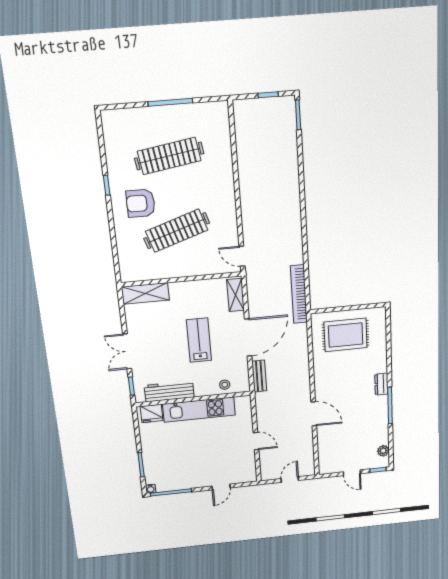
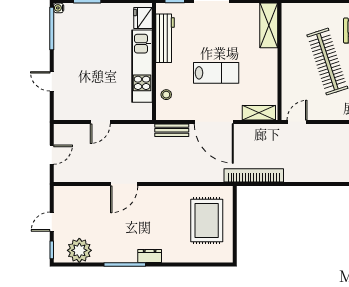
plant: (383, 451) -> (79, 250), width x1.88, depth x1.88
door: (290, 480) -> (52, 155), hinge flipped

